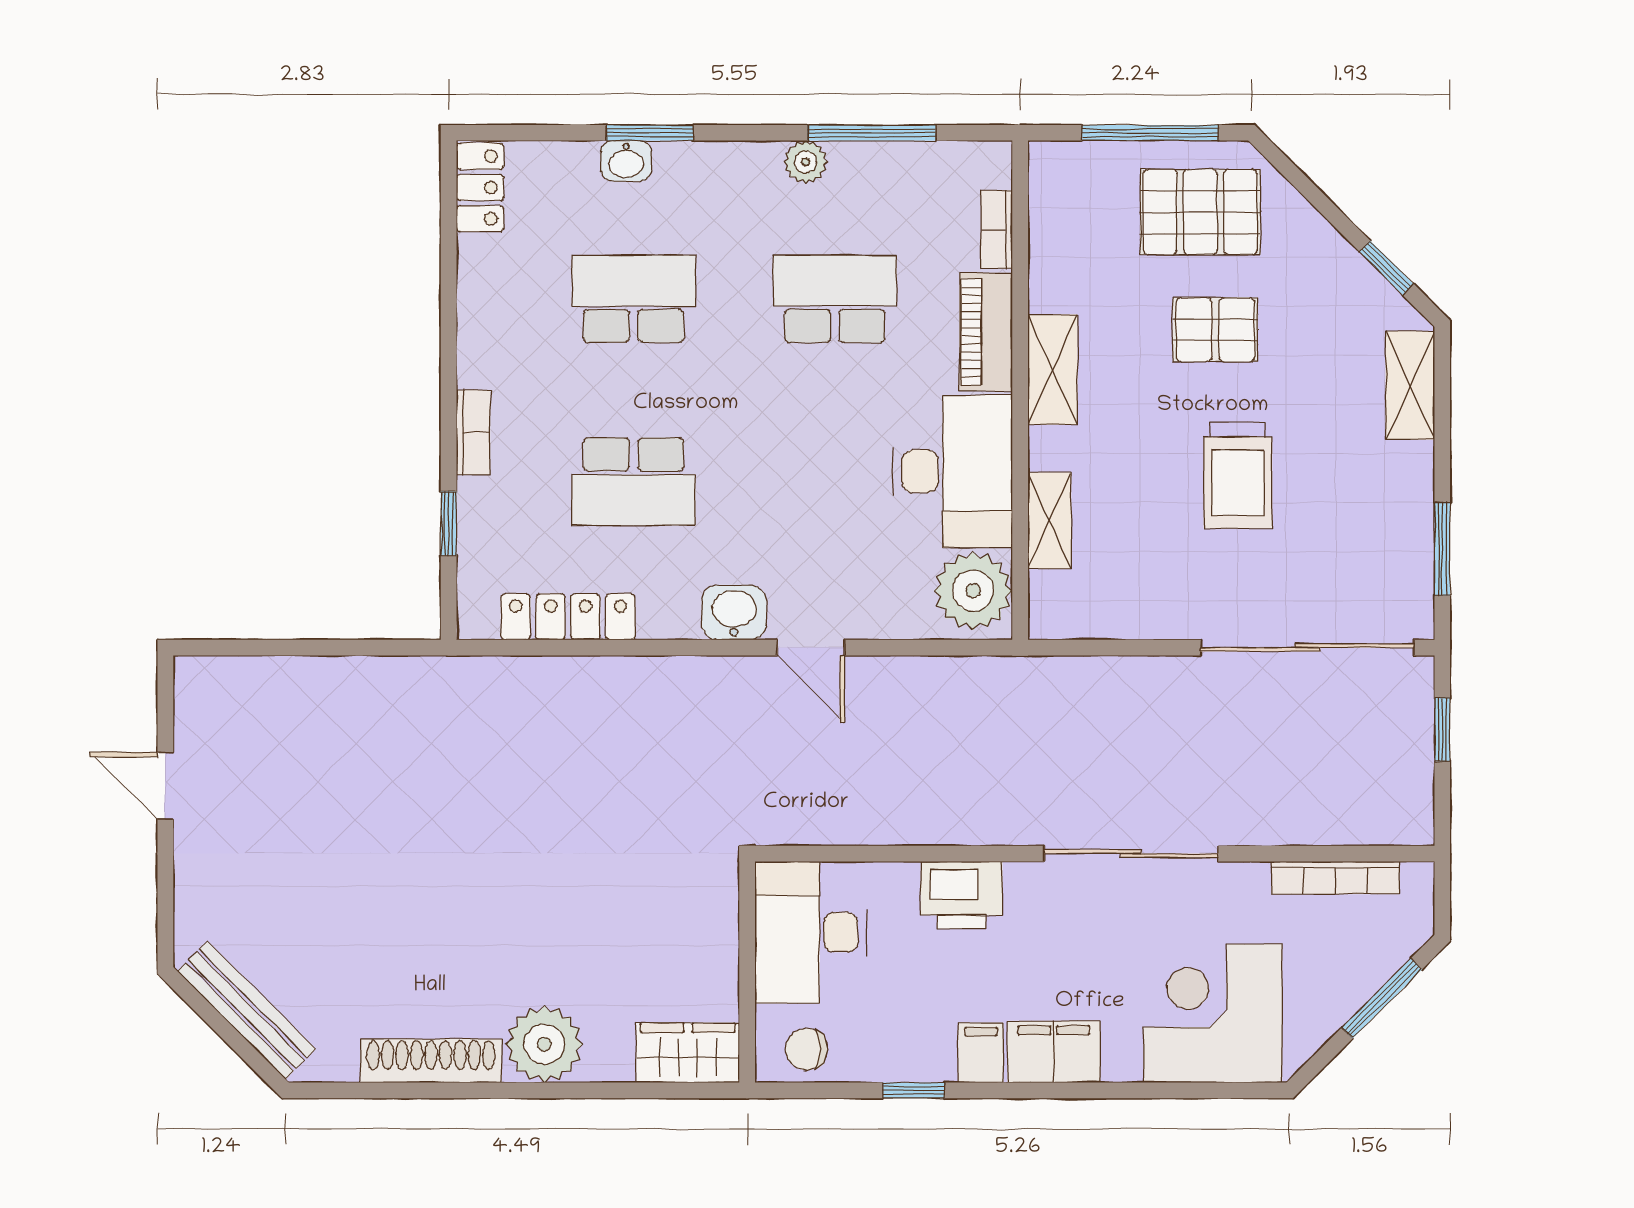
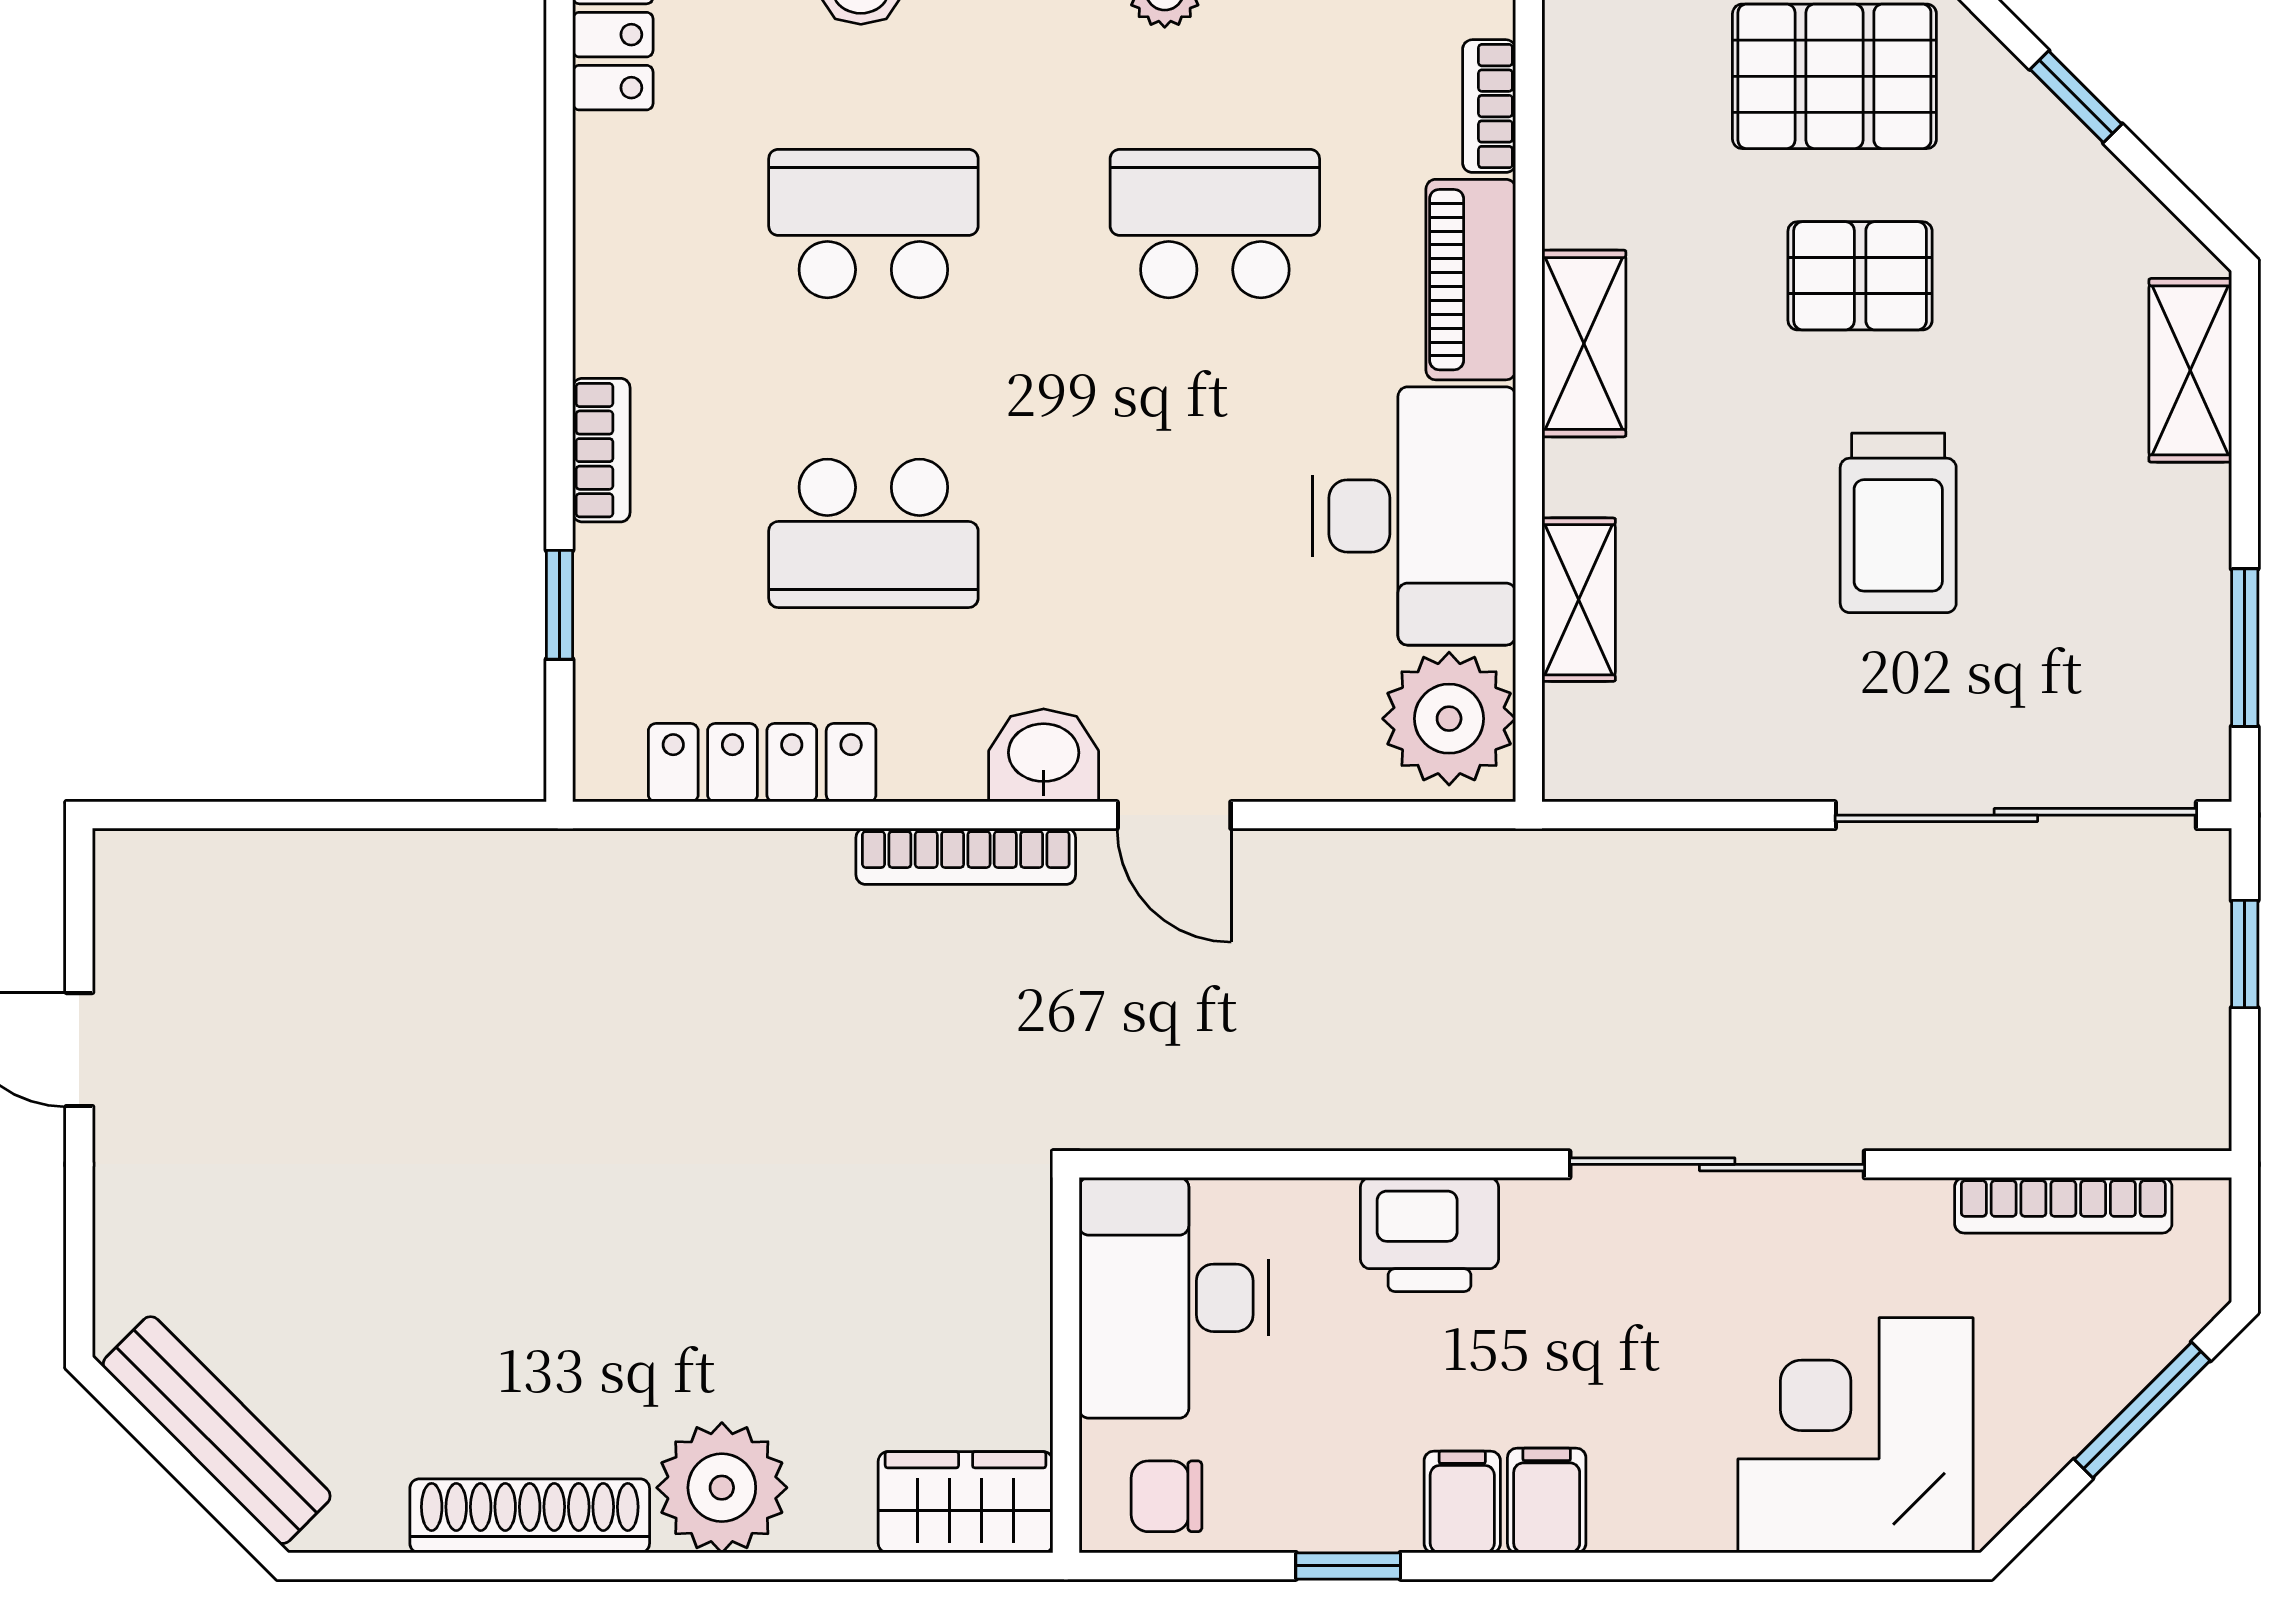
window: (1387, 268) -> (2076, 97), moved
bookcase: (688, 672) -> (966, 856), added
filing cabinet: (1054, 1052) -> (1547, 1501), width x0.50

